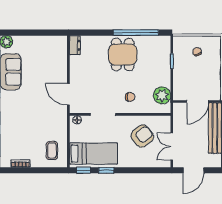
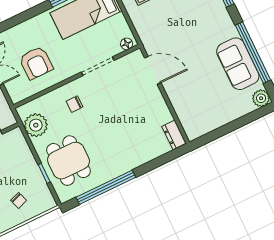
dining table: (123, 54) -> (69, 161), moved
armchair: (142, 136) -> (36, 63), turned -51

